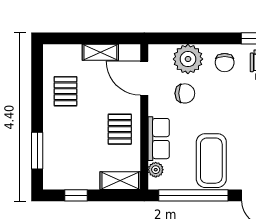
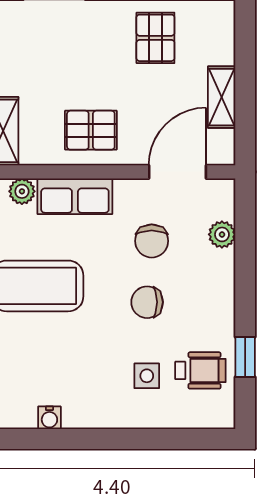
plant: (188, 59) -> (222, 234), width x0.53, depth x0.53
chair: (225, 63) -> (147, 302), moved
pallet: (65, 91) -> (155, 38), turned 90

